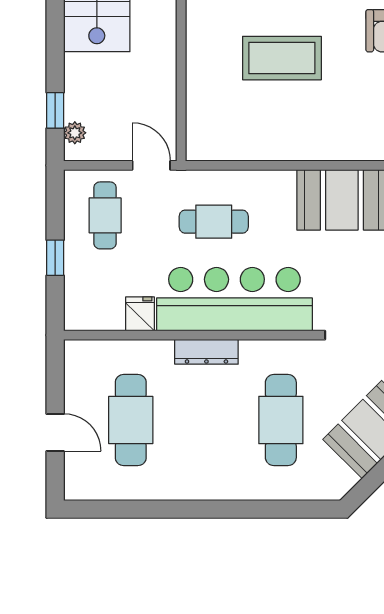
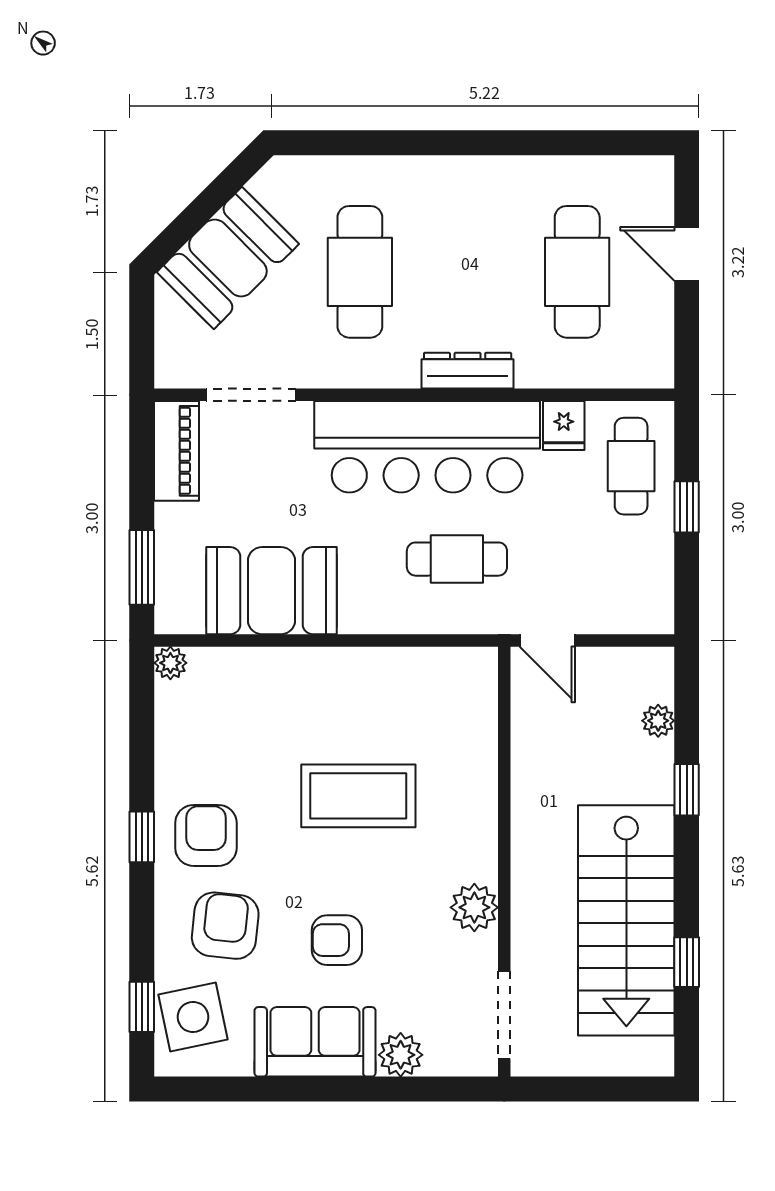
window: (55, 110) -> (687, 790), moved
plant: (75, 133) -> (658, 721), moved
cafe table: (105, 215) -> (631, 466), moved

